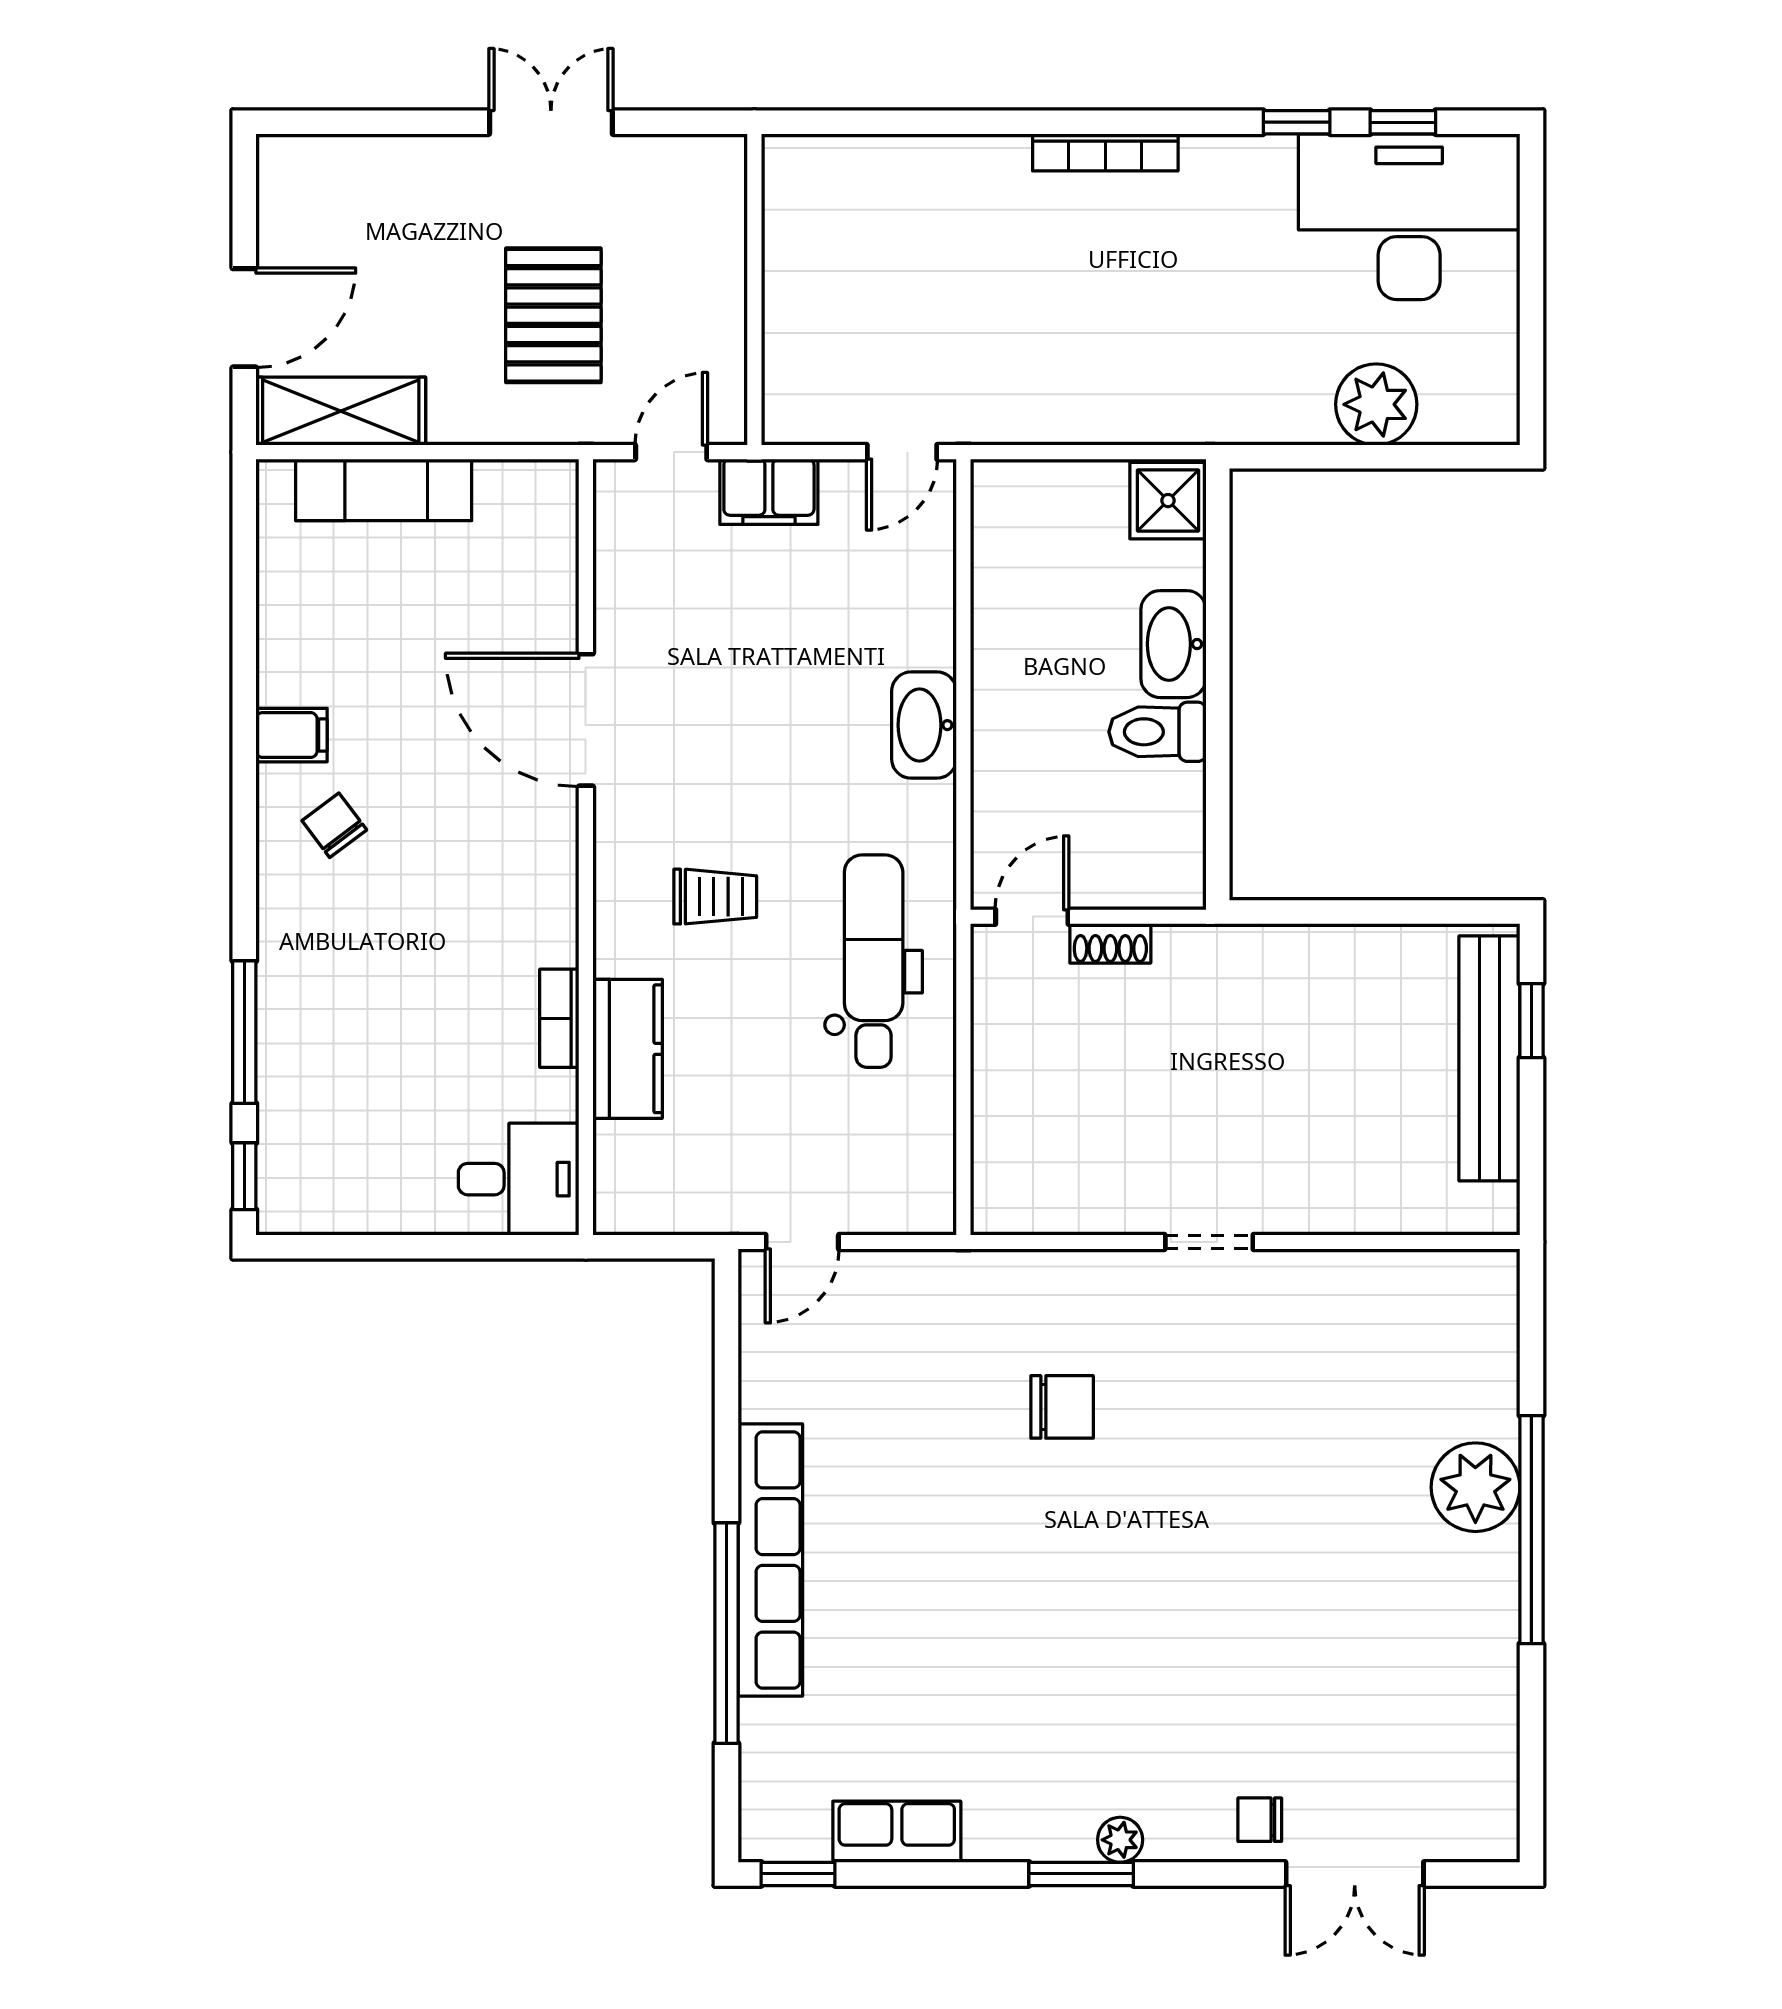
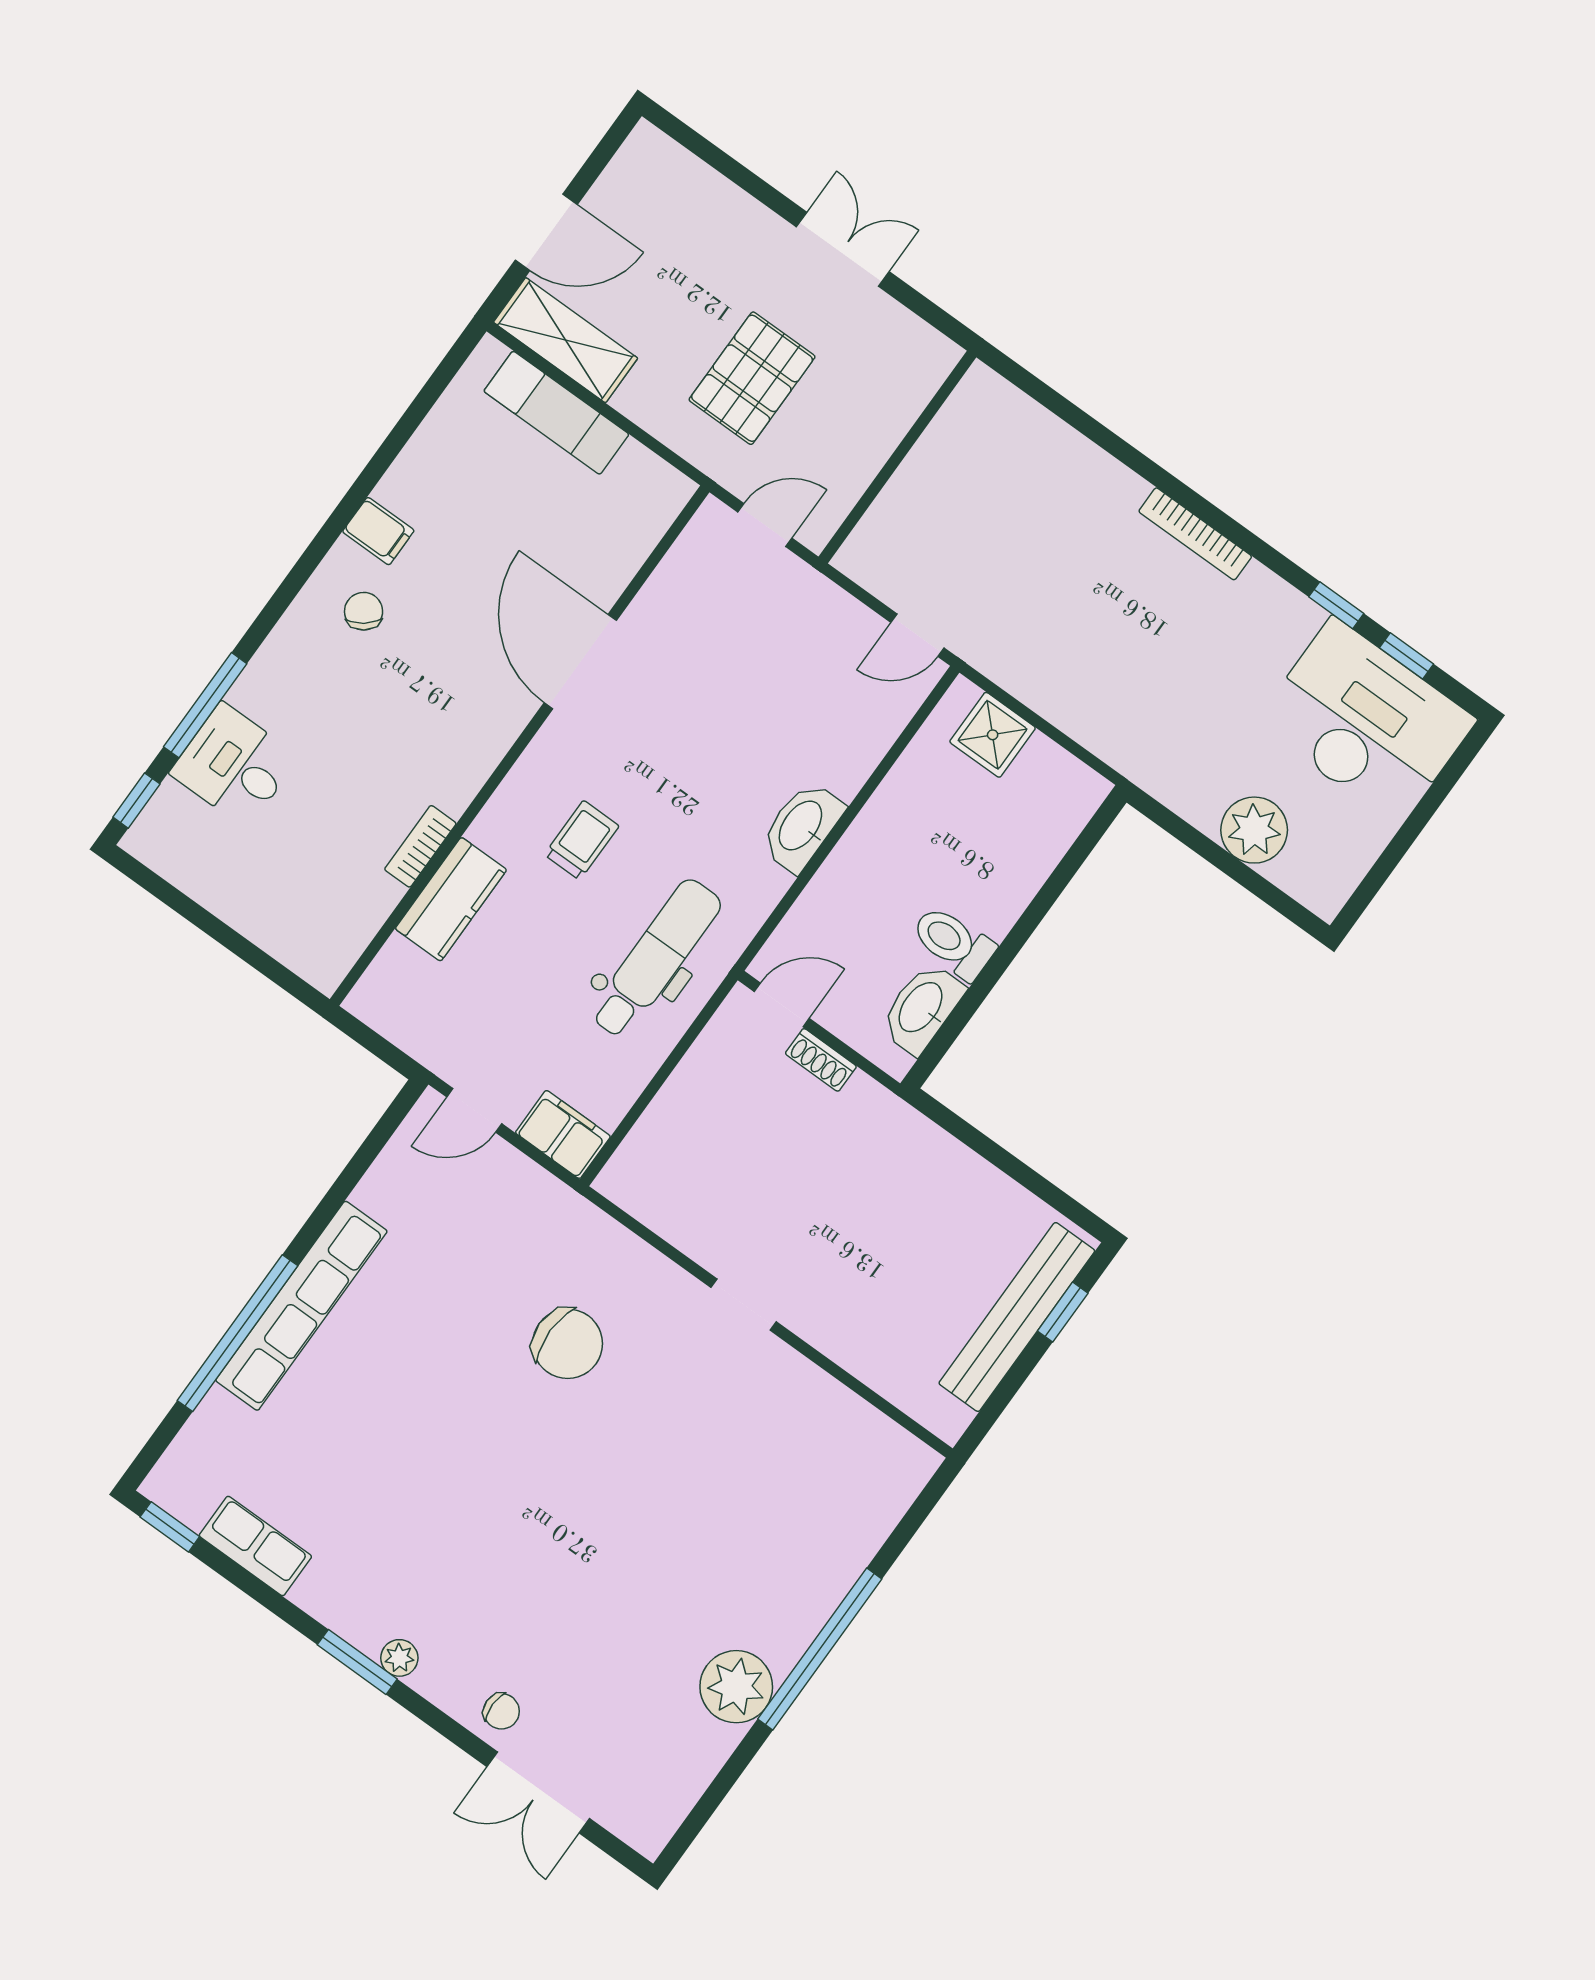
filing cabinet: (769, 492) -> (563, 1134), moved, turned 180
shower: (1168, 501) -> (993, 735), moved
washbasin: (1173, 644) -> (922, 1008), moved
trolley: (715, 897) -> (582, 840), turned -90
desk: (519, 1179) -> (234, 765), moved, turned 180
chair: (1062, 1407) -> (568, 1344), width x1.37, depth x1.37
plant: (1475, 1487) -> (736, 1687), moved
chair: (1260, 1820) -> (501, 1711), turned 180

